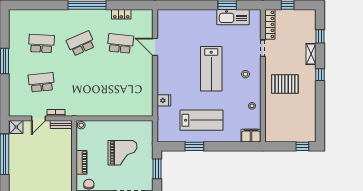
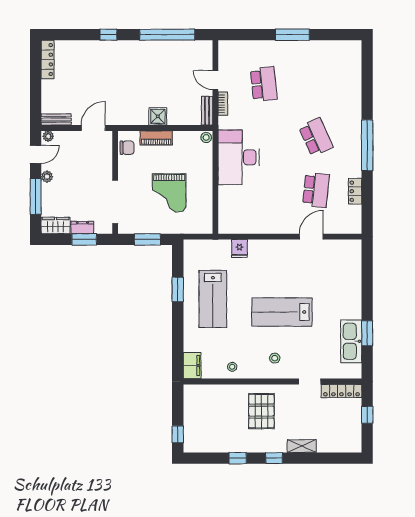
window: (320, 36) -> (238, 458), moved
school desk: (41, 43) -> (316, 84), removed
desk: (96, 101) -> (239, 157), added
shower: (16, 127) -> (158, 116), moved

